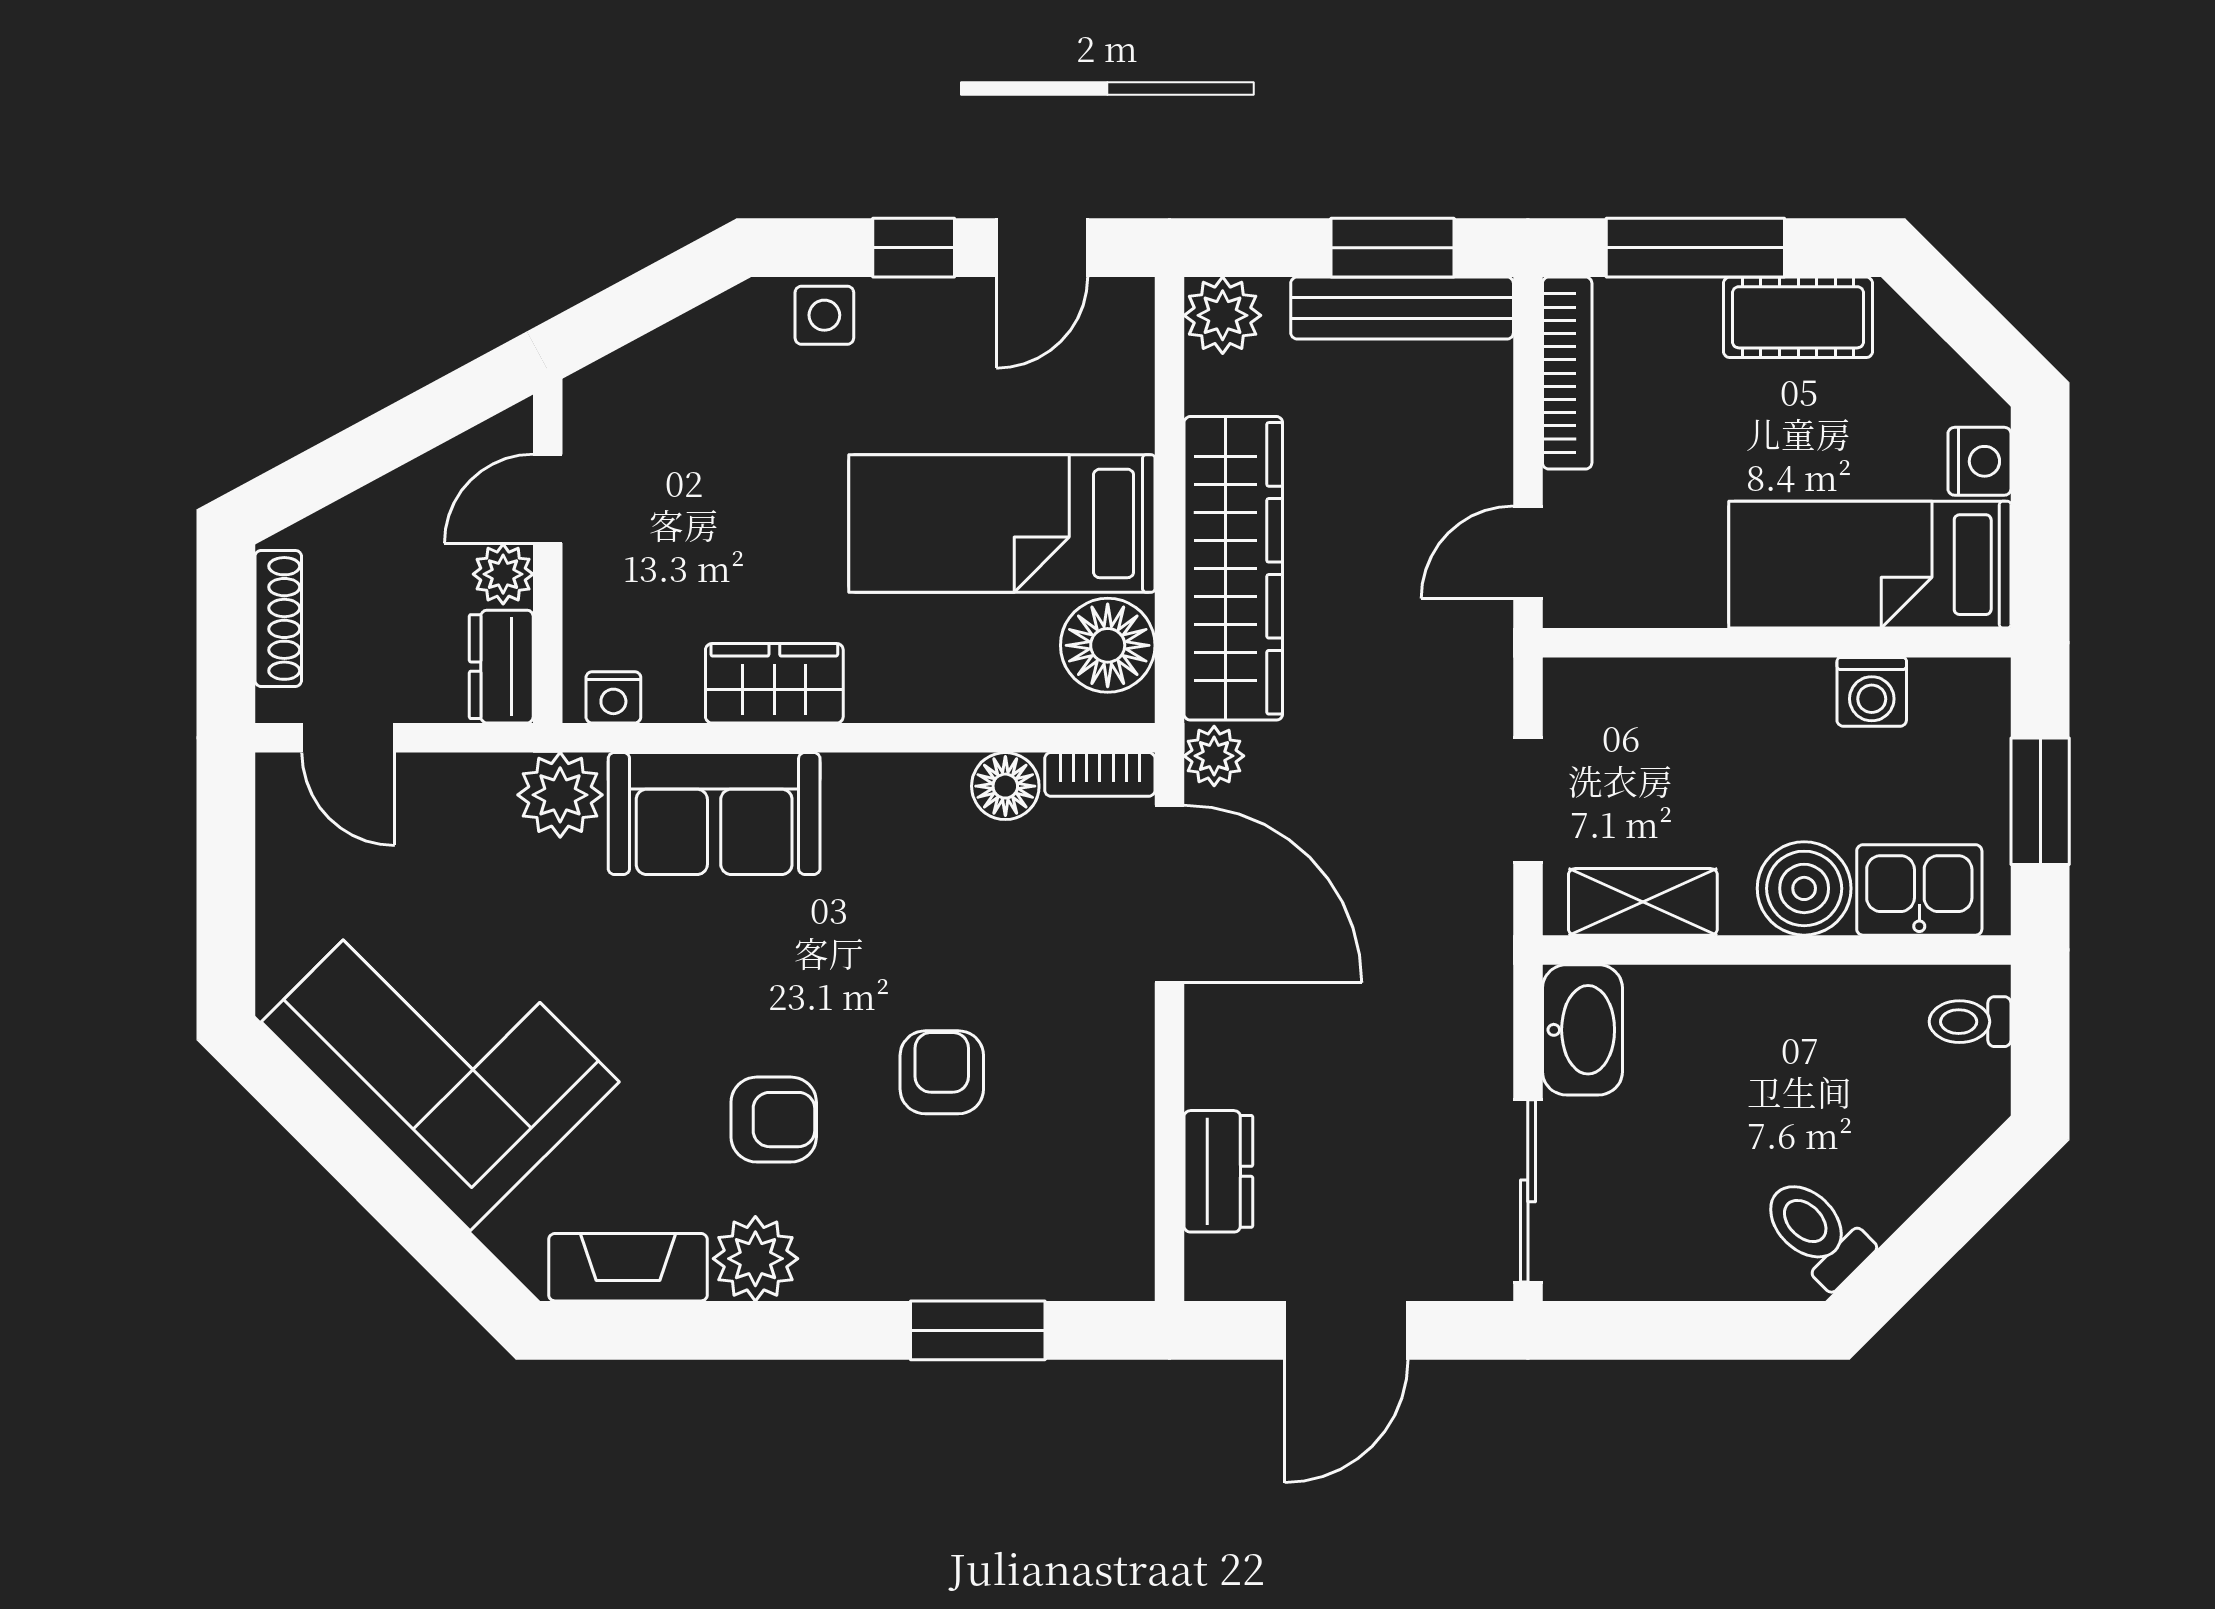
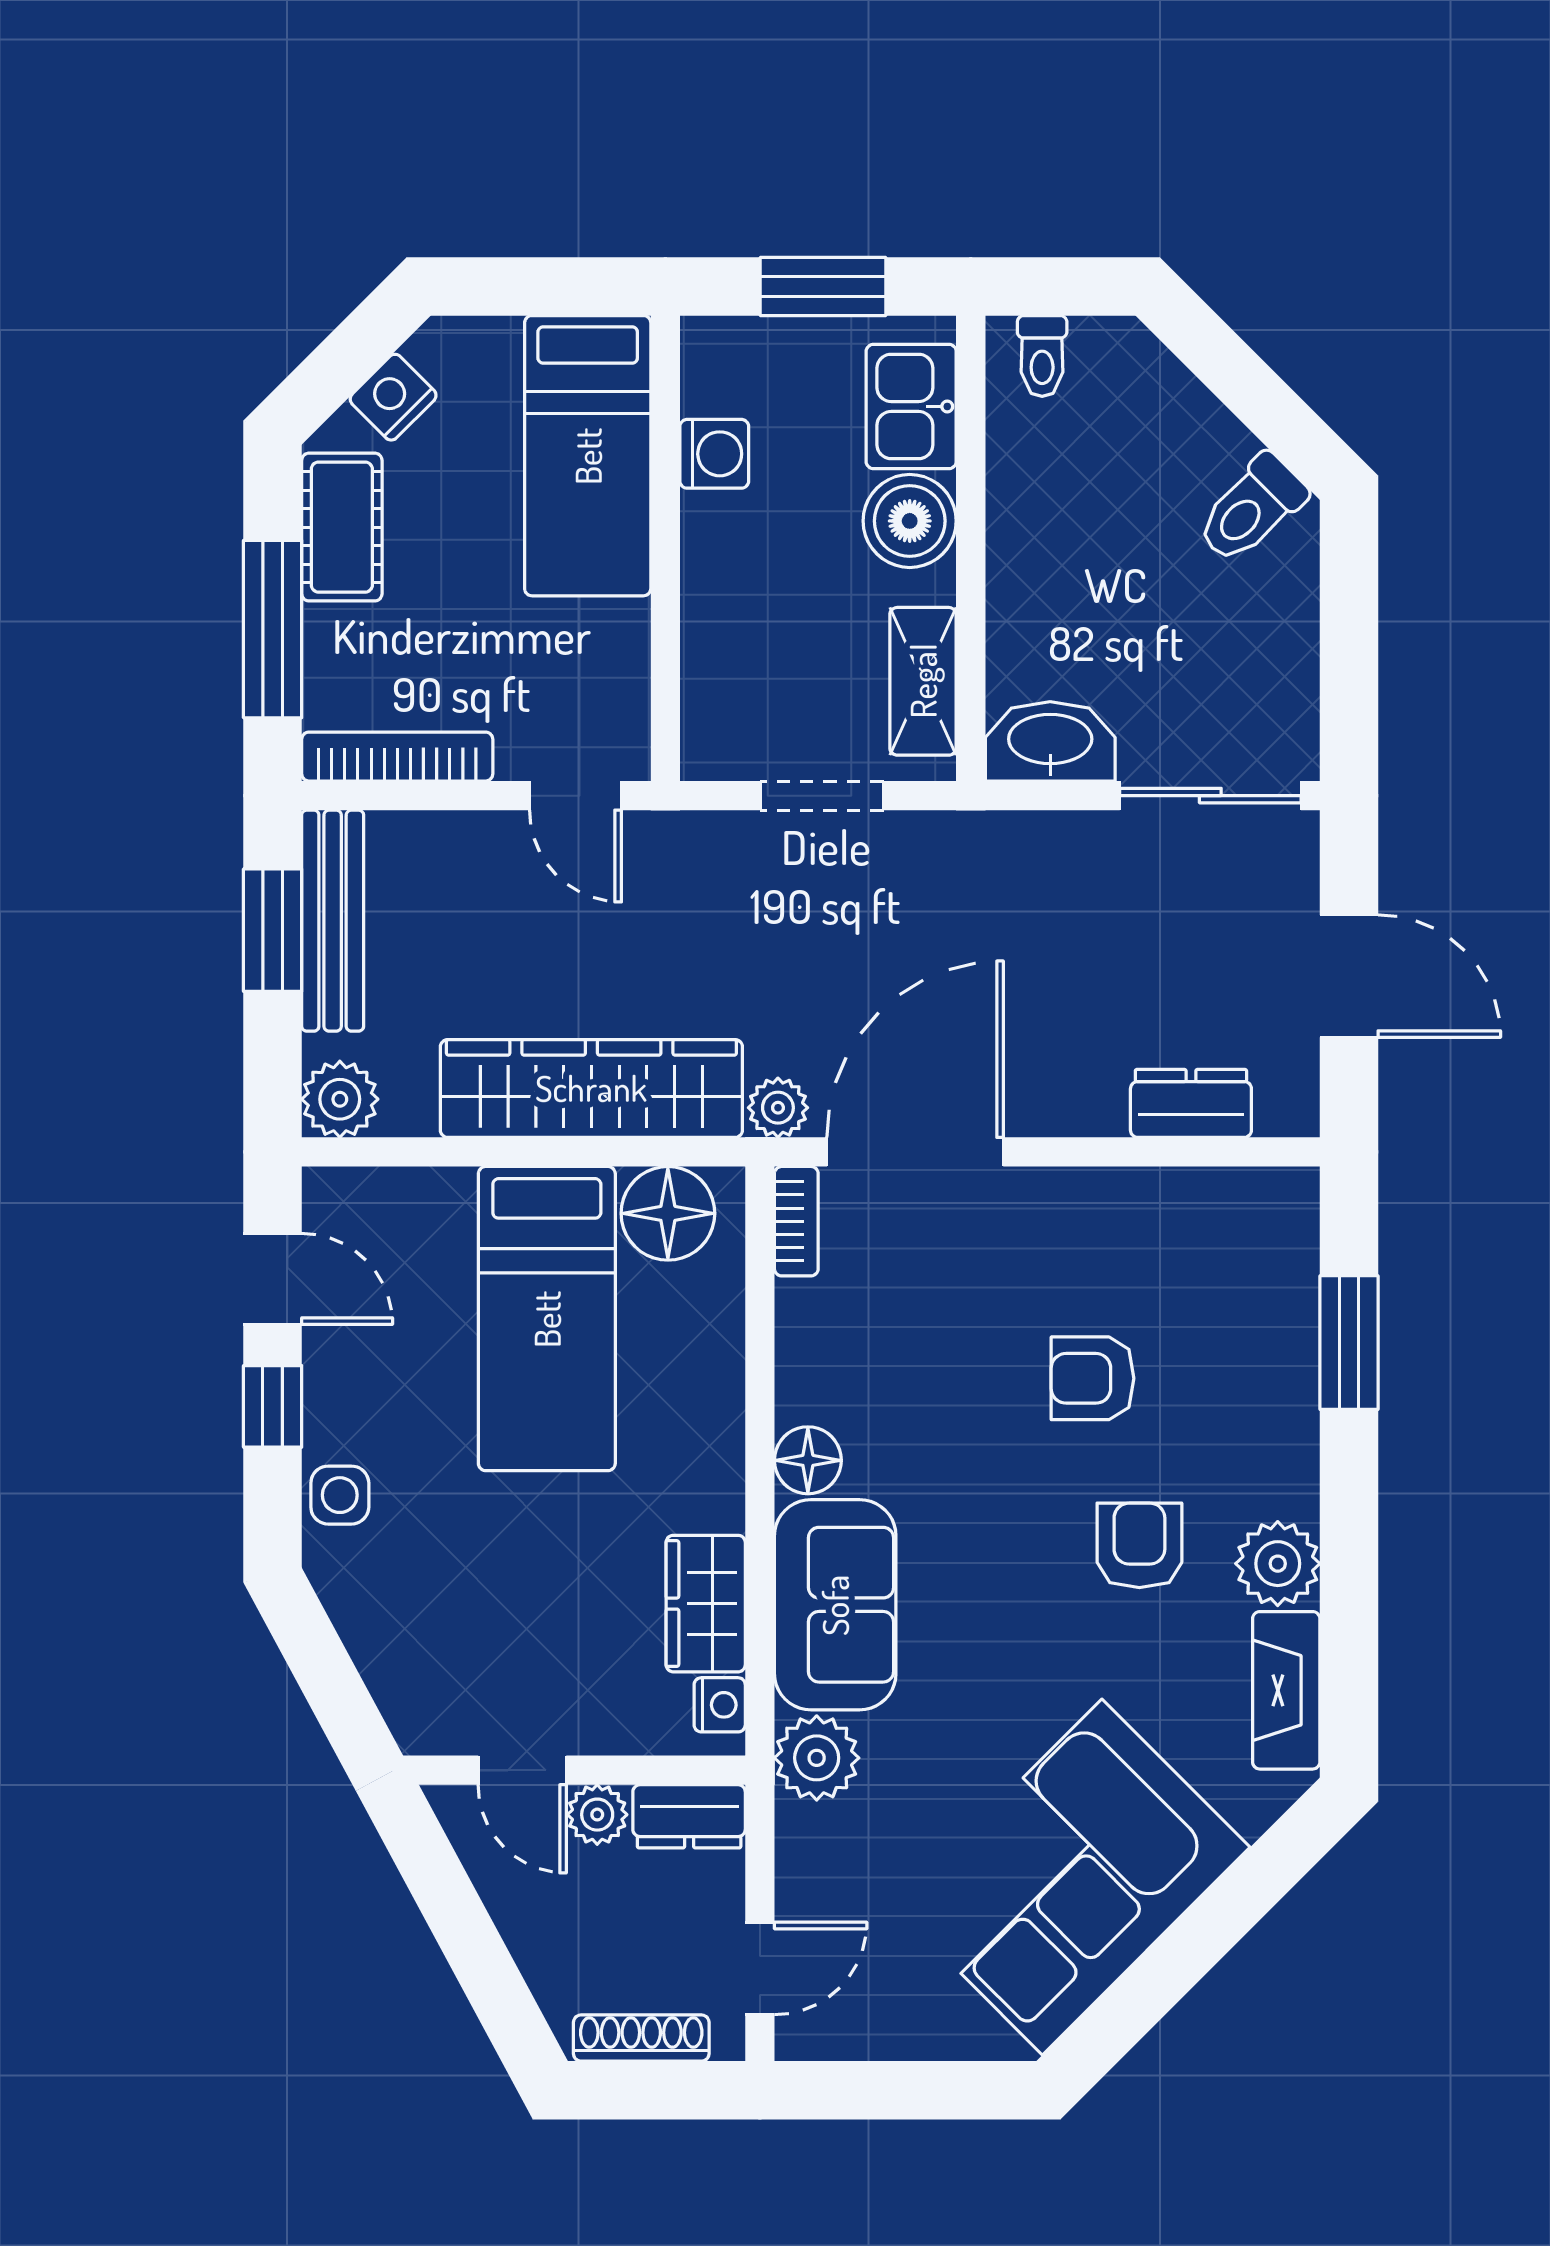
nightstand: (1979, 461) -> (393, 397), moved, turned -45
wardrobe: (774, 683) -> (706, 1604), moved
floor lamp: (1005, 786) -> (808, 1460), moved

